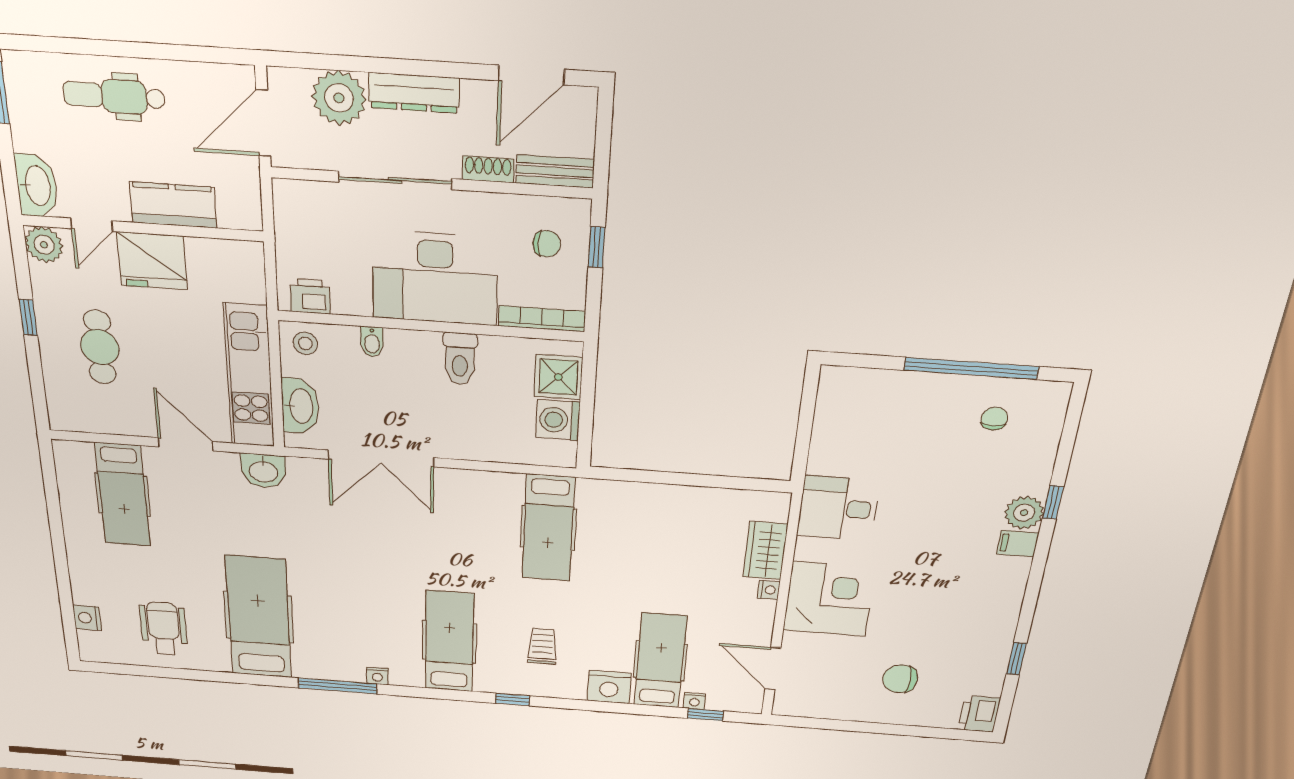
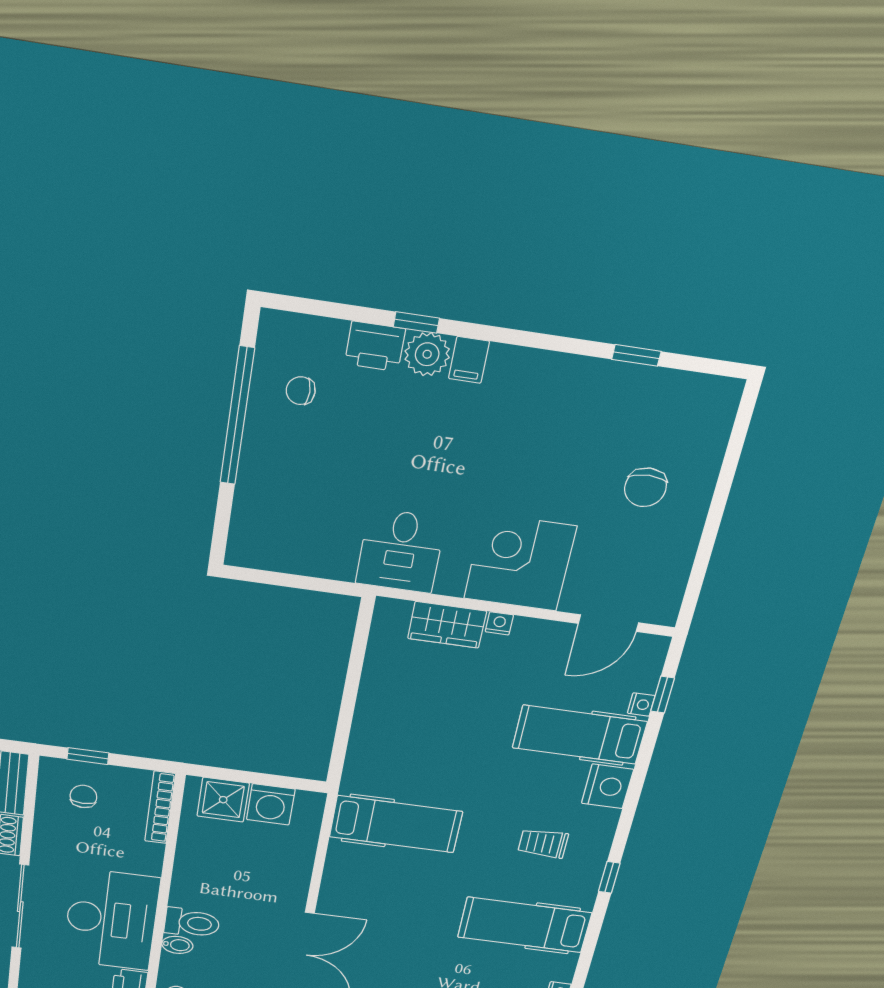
desk: (435, 278) -> (111, 920), moved
toilet: (460, 359) -> (192, 923), moved
printer: (979, 714) -> (375, 346), moved

